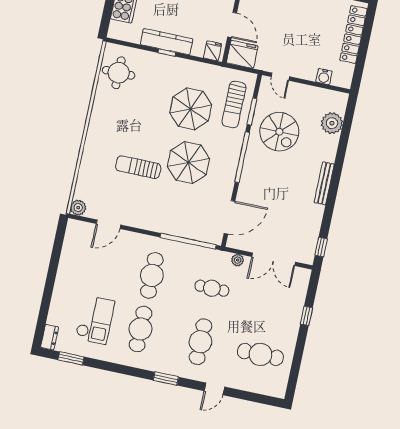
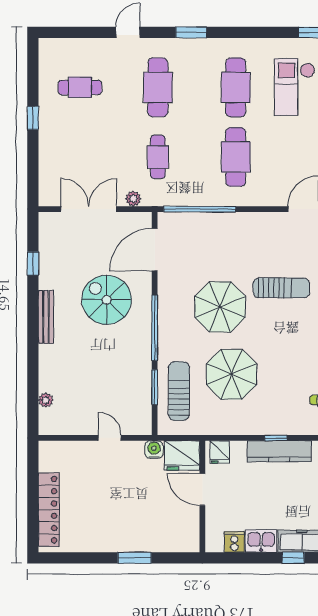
door: (280, 77) -> (110, 438), moved
water cooler: (324, 77) -> (154, 450), moved
plant: (332, 123) -> (46, 400), width x0.53, depth x0.53
spiral stairs: (279, 132) -> (107, 300), moved
window: (321, 247) -> (33, 264), moved
cafe table: (212, 288) -> (158, 157), turned 90
window: (306, 316) -> (33, 118), moved
cafe table: (260, 354) -> (80, 87), width x0.73, depth x0.74

